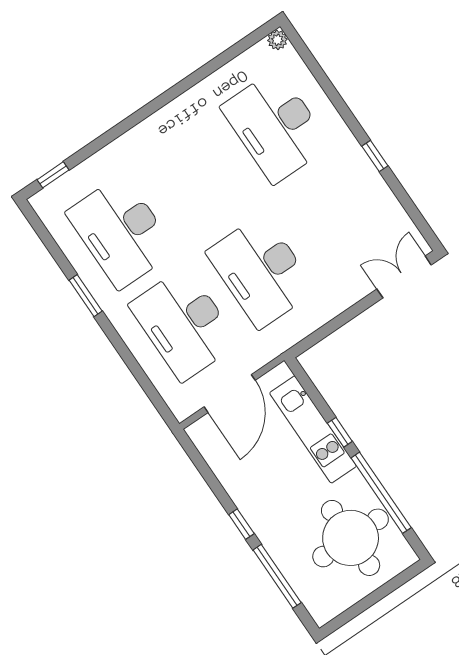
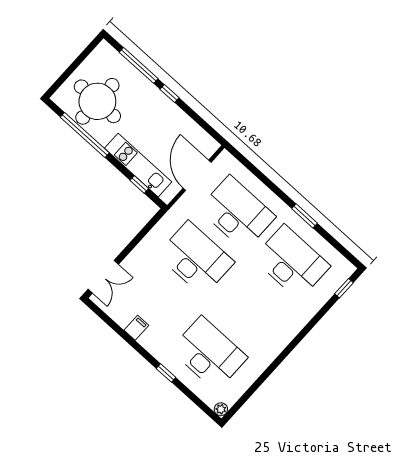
window: (375, 156) -> (166, 373), moved
filing cabinet: (373, 190) -> (136, 328), added
window: (340, 432) -> (139, 184), moved

